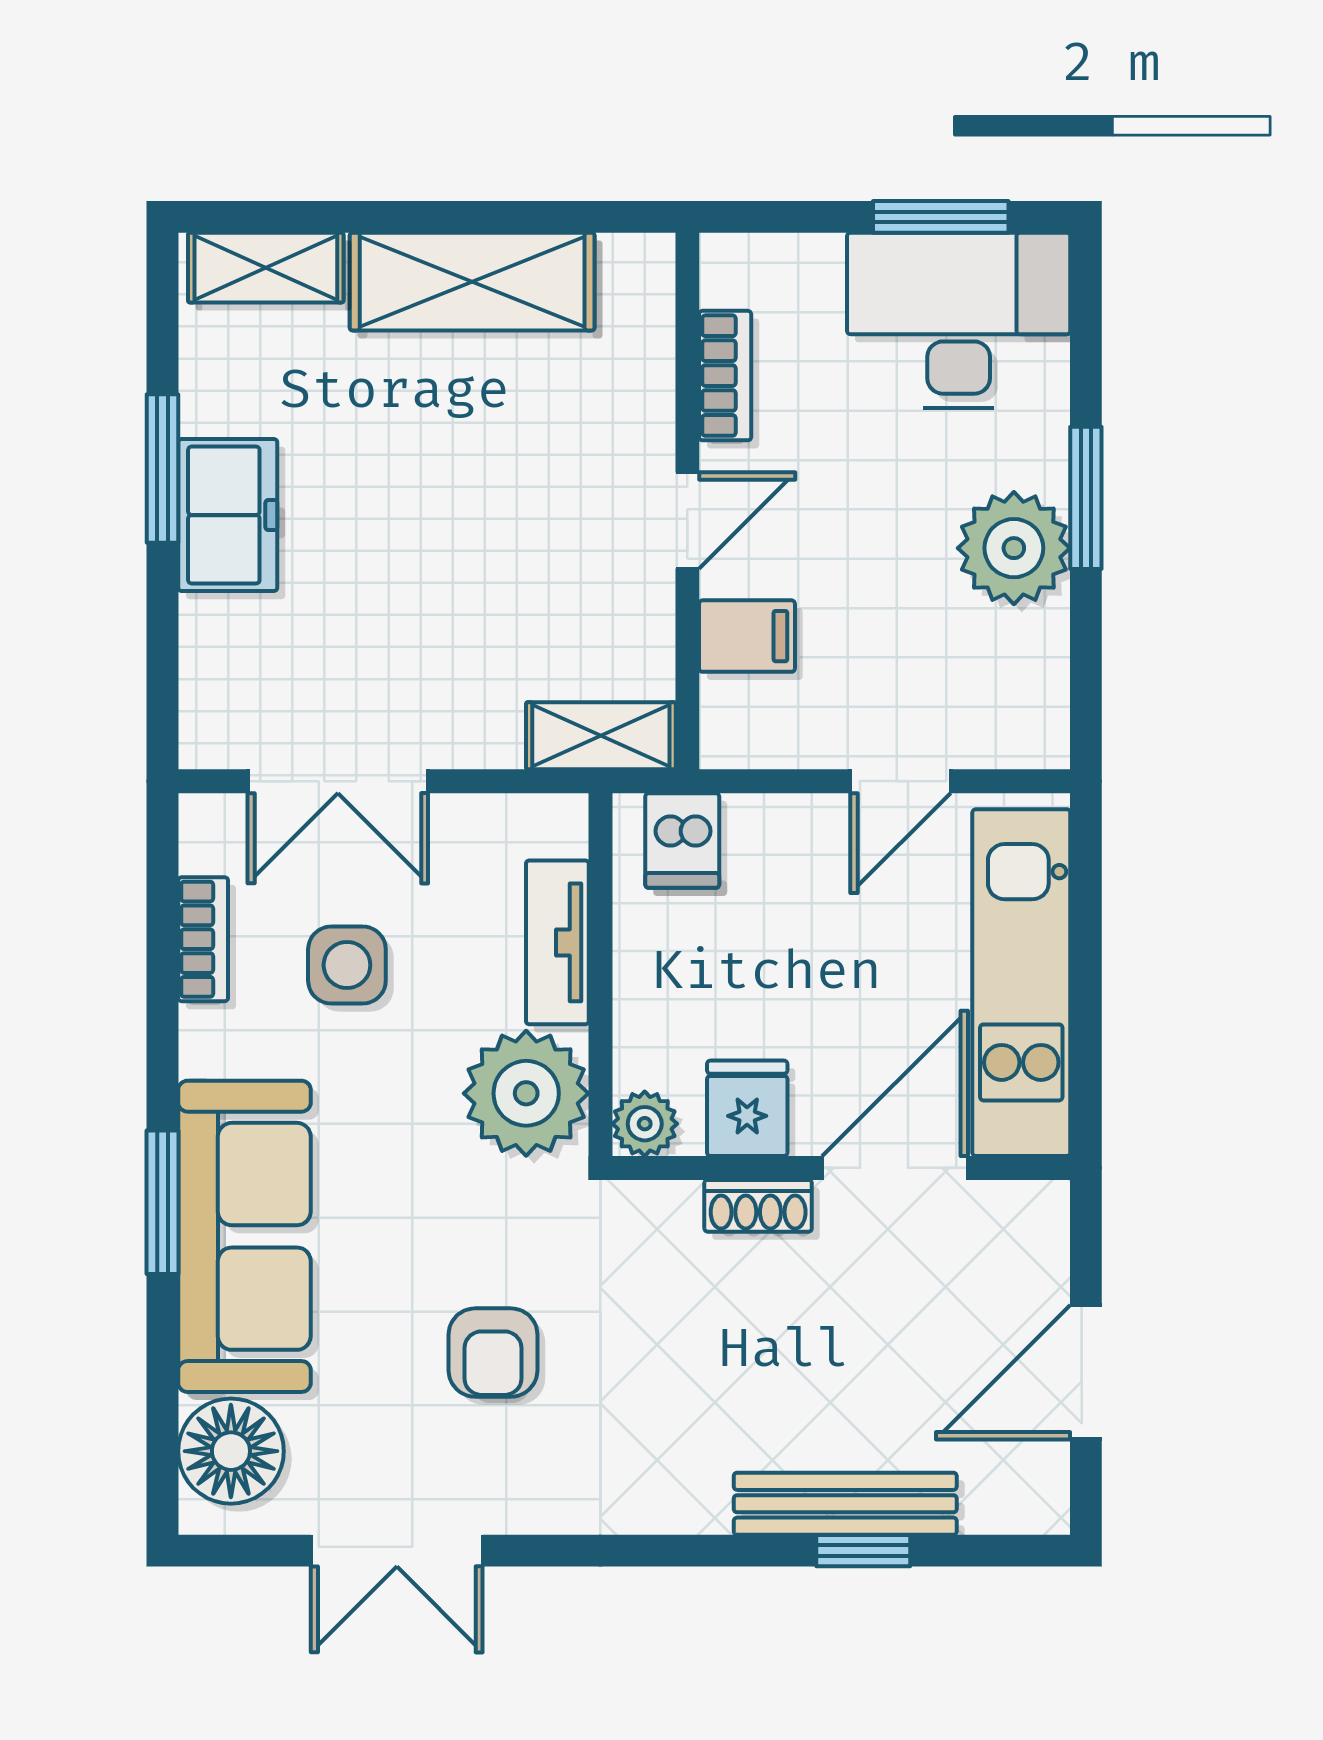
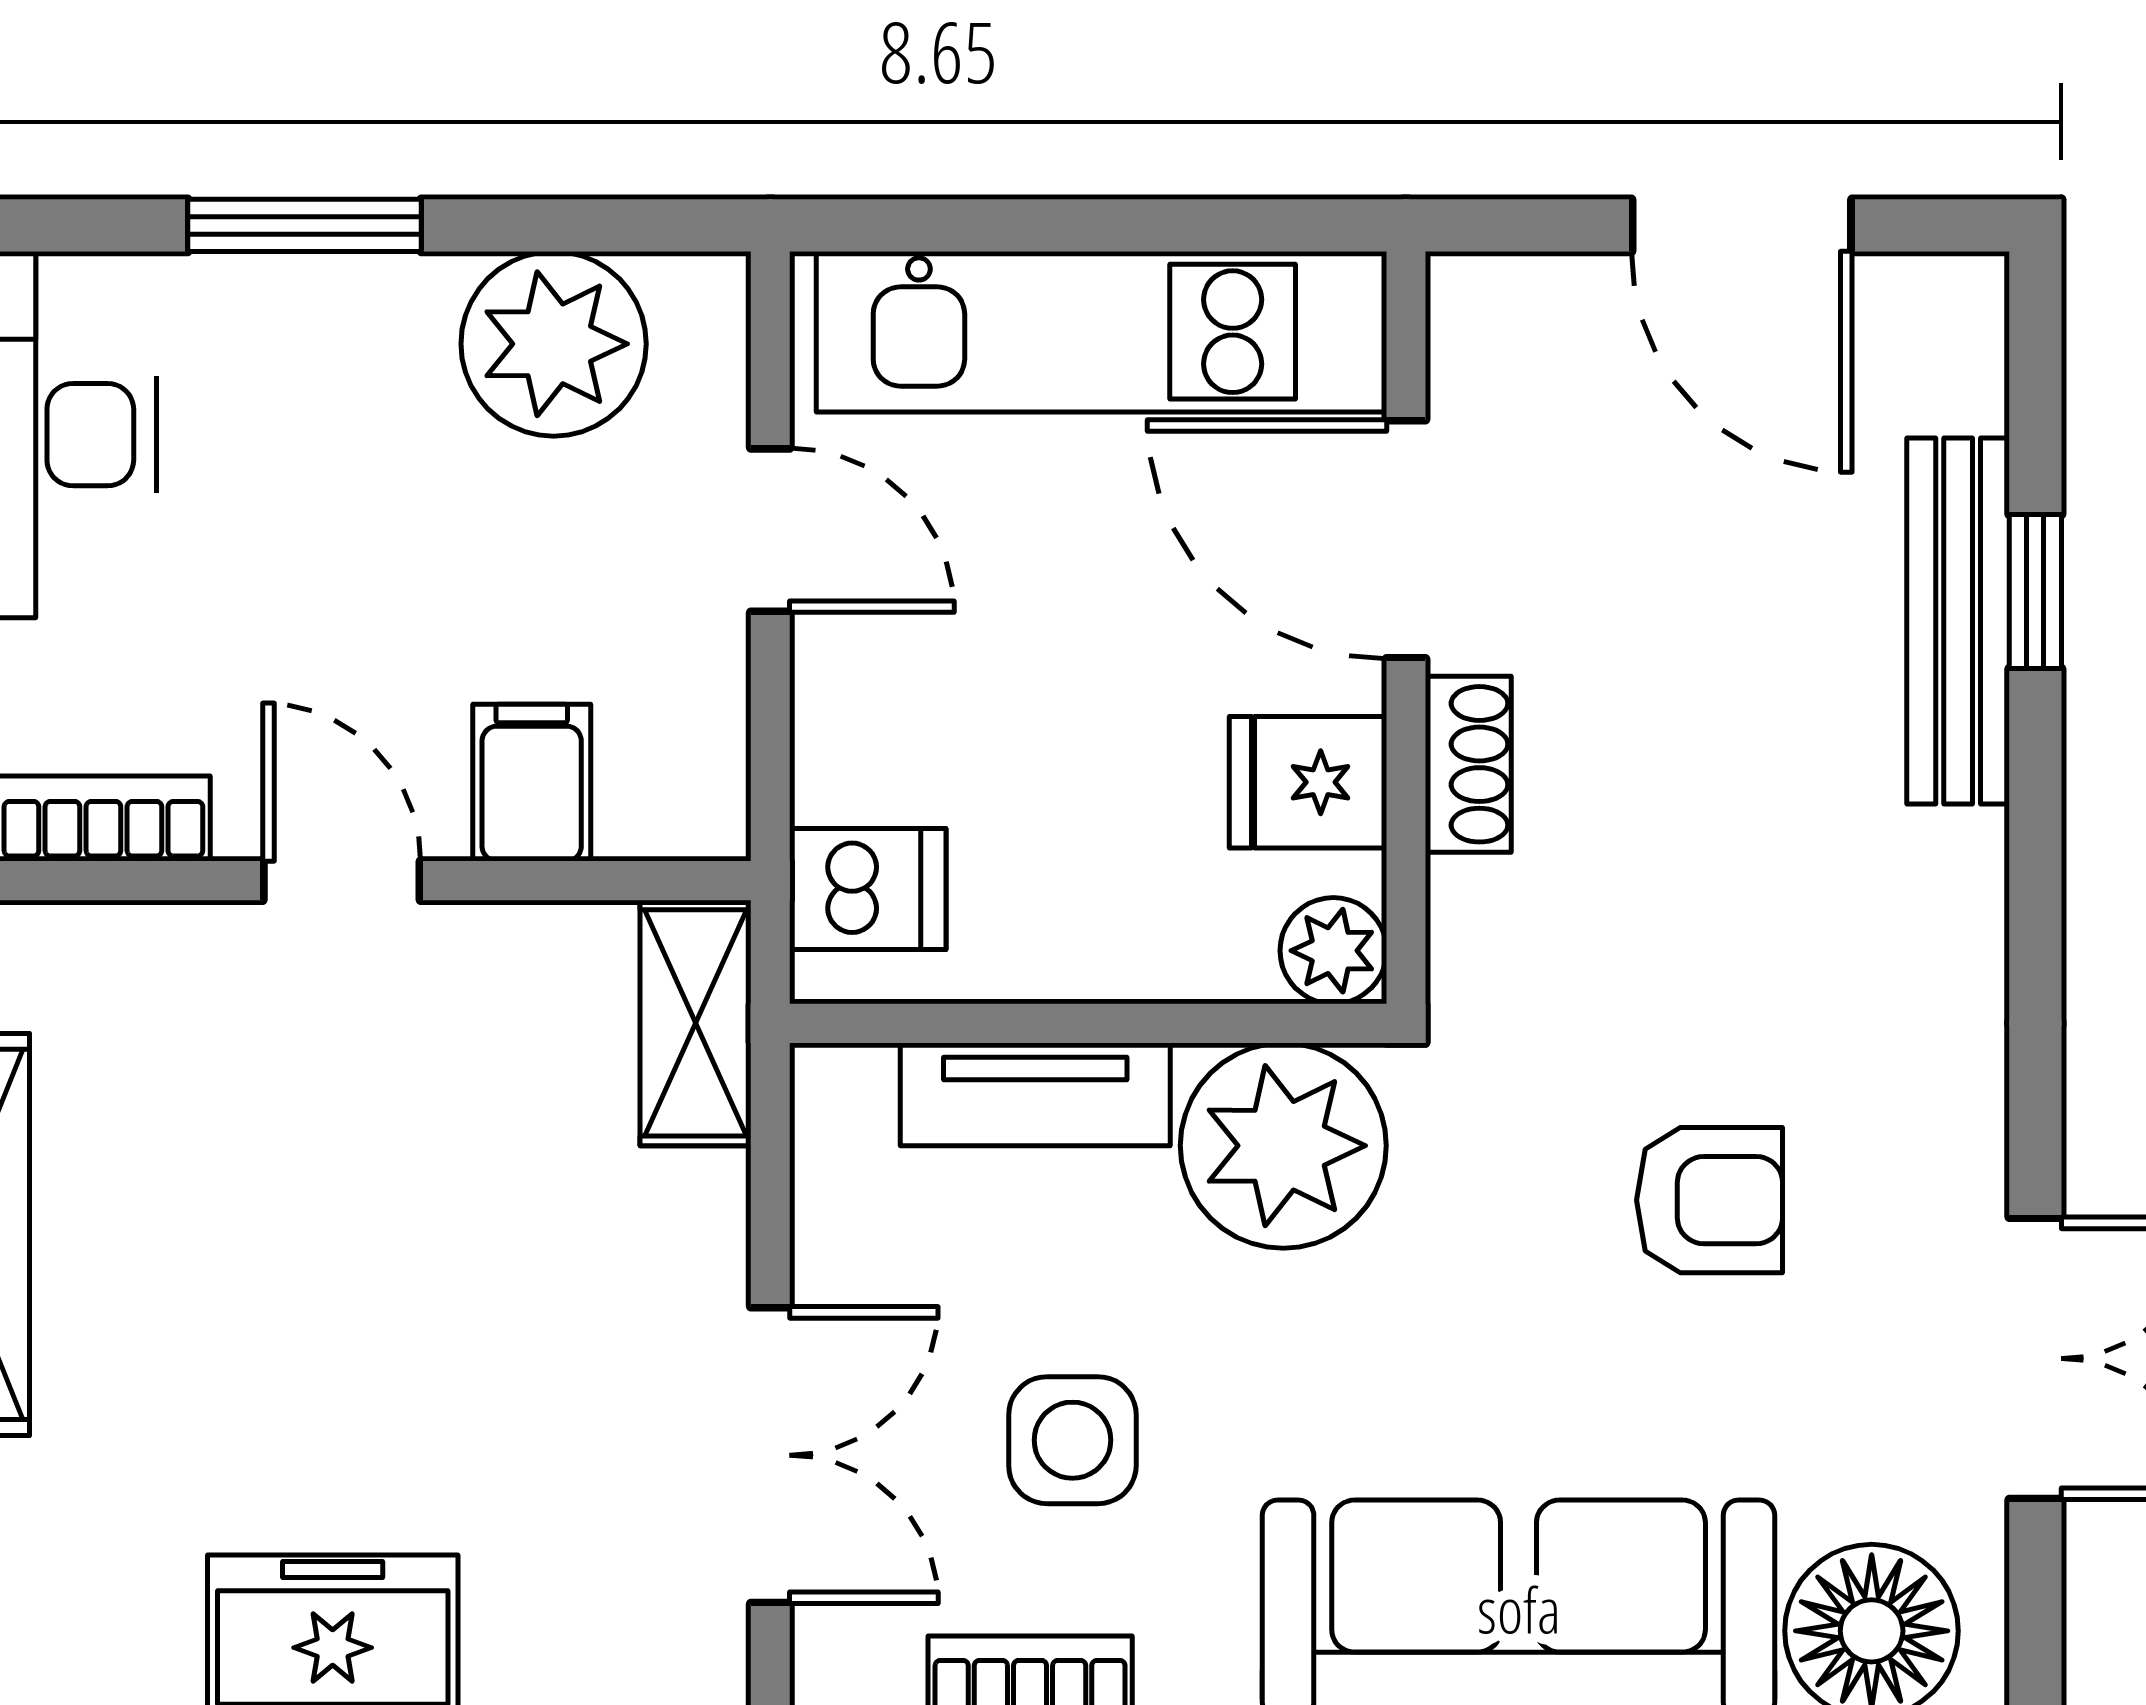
plant: (1014, 548) -> (554, 344), moved

